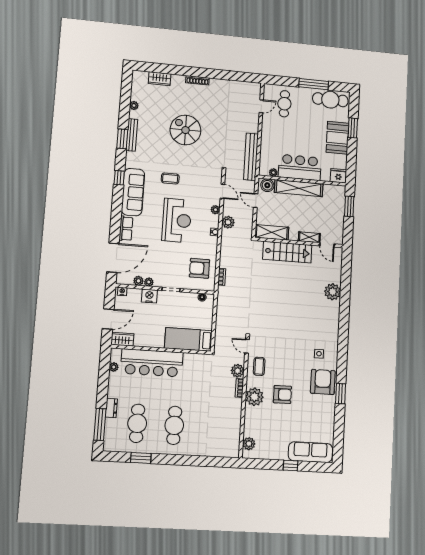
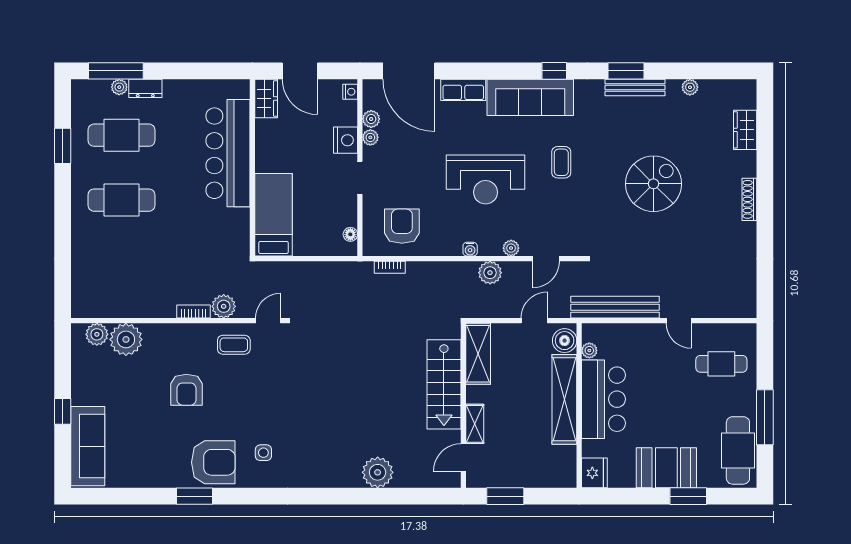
door: (261, 106) -> (679, 321), moved
window: (349, 206) -> (505, 496), moved
plant: (114, 367) -> (119, 87), moved
plant: (254, 397) -> (126, 339), moved

